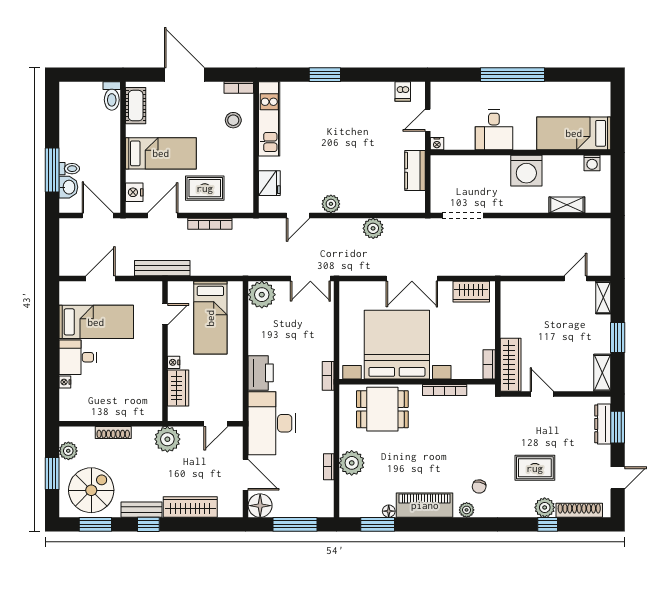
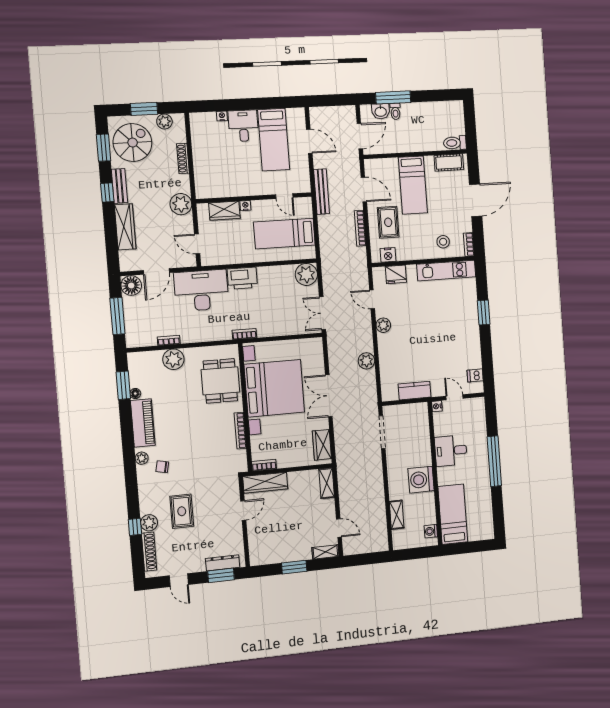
nightstand: (134, 192) -> (388, 255), moved, turned 180
shelving: (602, 373) -> (327, 483), moved, turned 90
spiral stairs: (91, 490) -> (133, 143), turned -90

